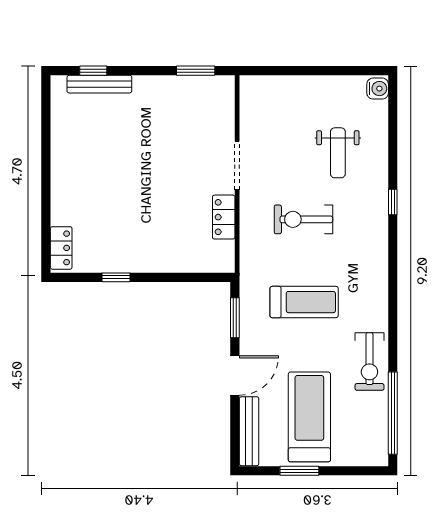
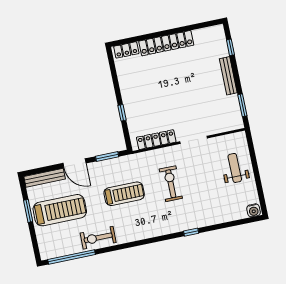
bench: (99, 84) -> (228, 76), moved
weight bench: (338, 153) -> (235, 168), moved, turned 90
locker: (64, 178) -> (166, 43), added
locker: (224, 217) -> (156, 140), width x1.53
window: (116, 277) -> (122, 113), moved
treadmill: (304, 302) -> (124, 194), turned -90

